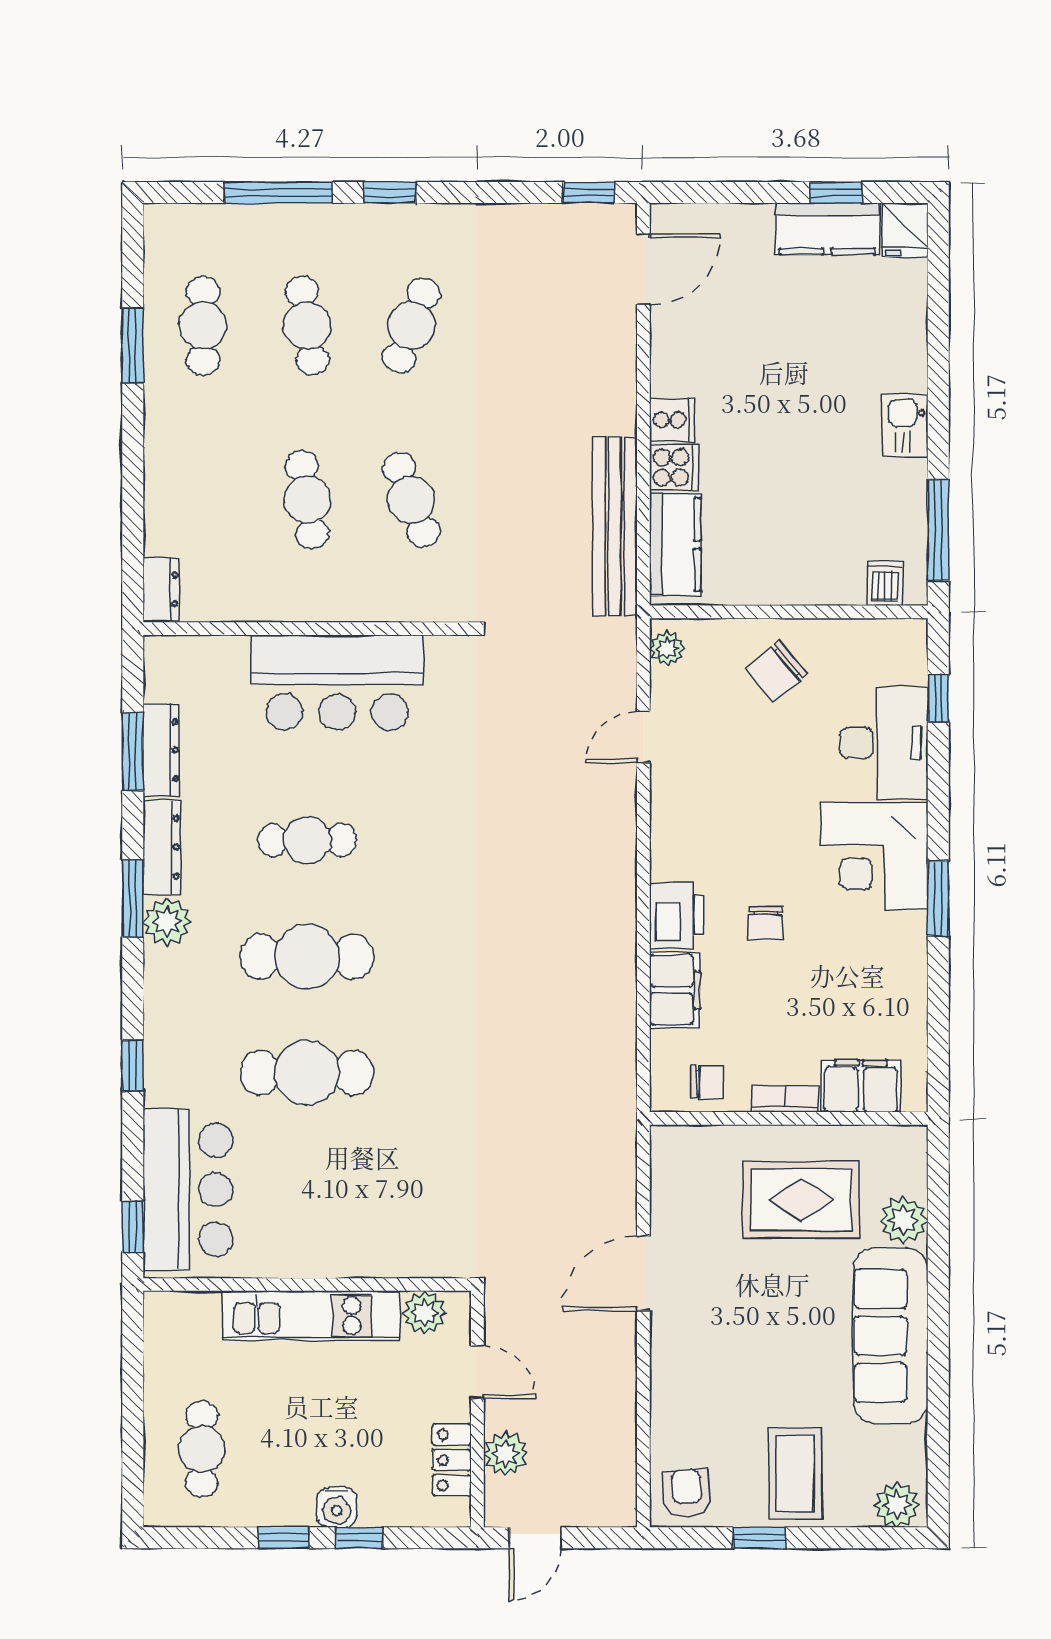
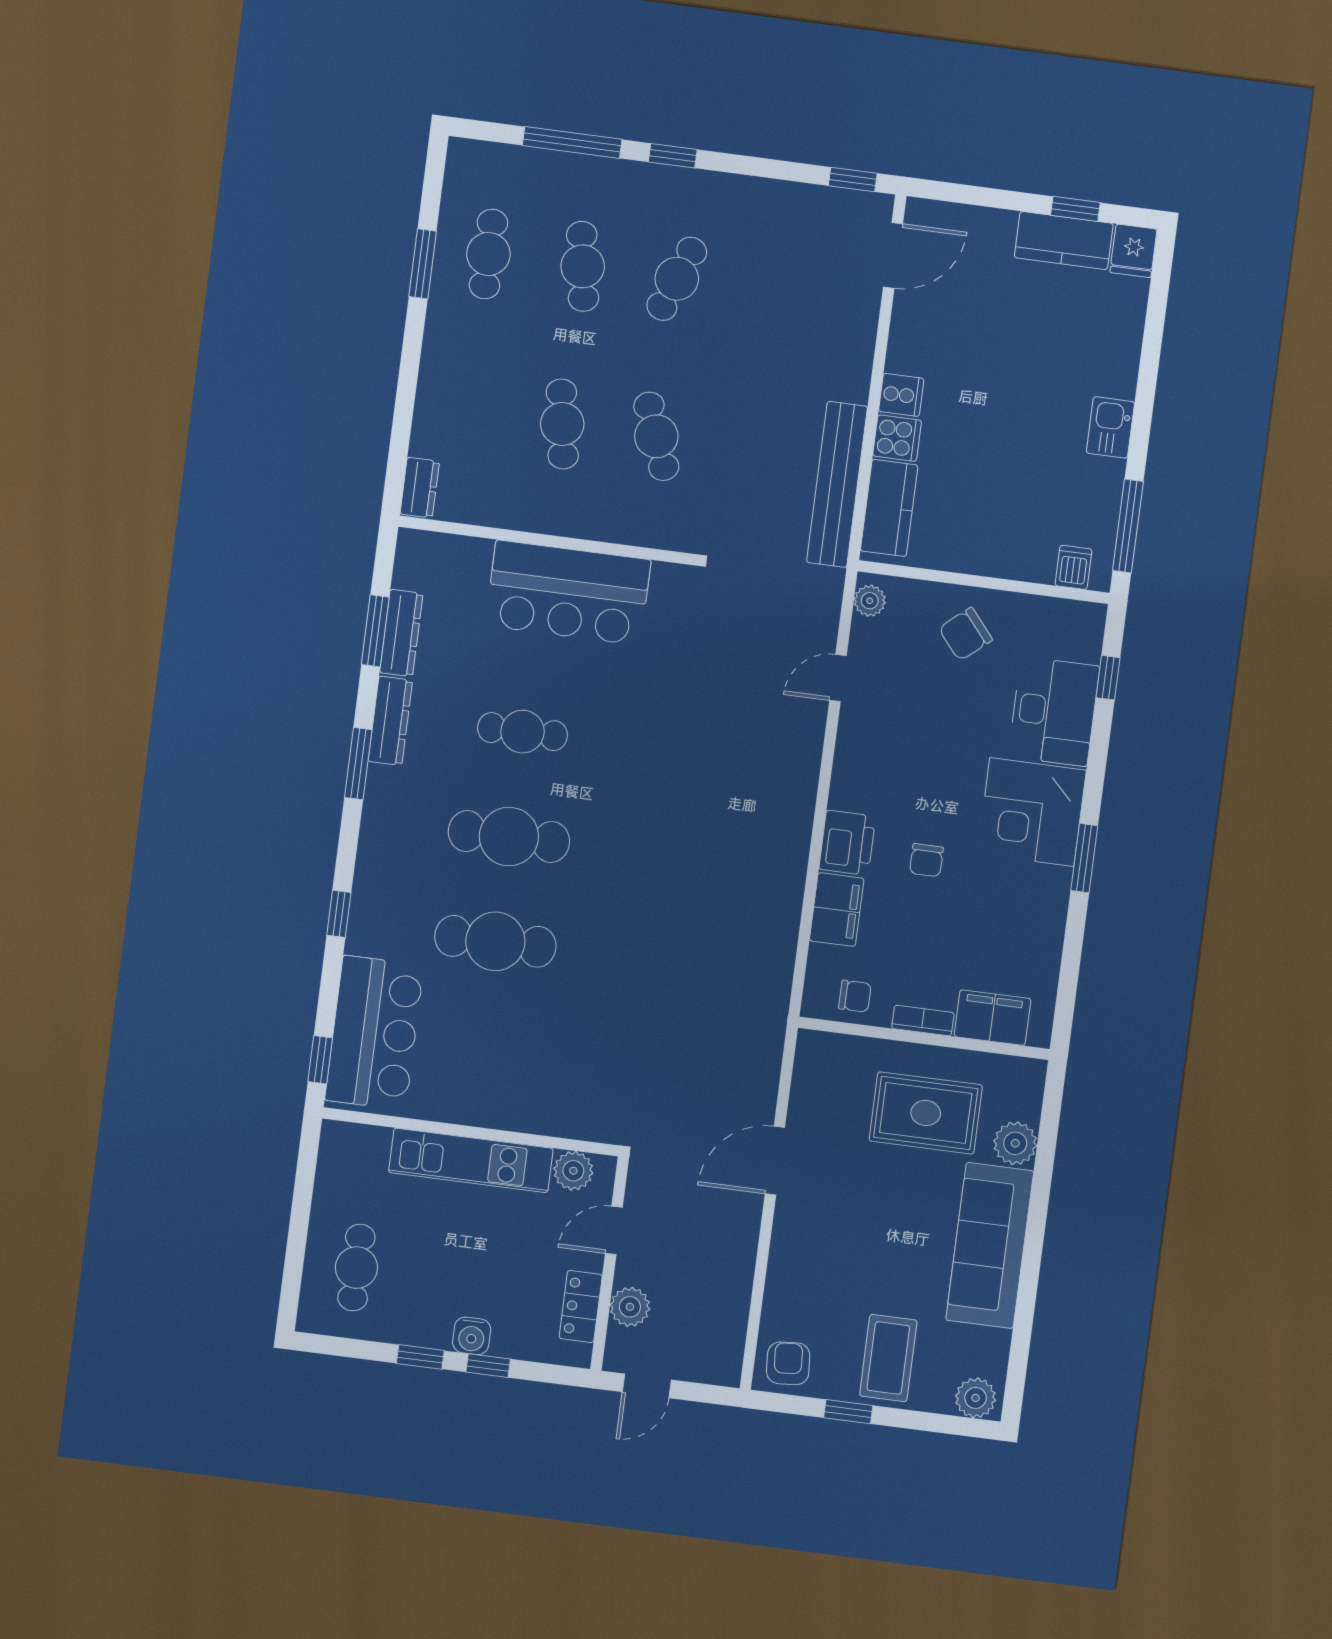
plant: (167, 922) -> (386, 789), removed
door: (477, 1372) -> (614, 1230), swing flipped

